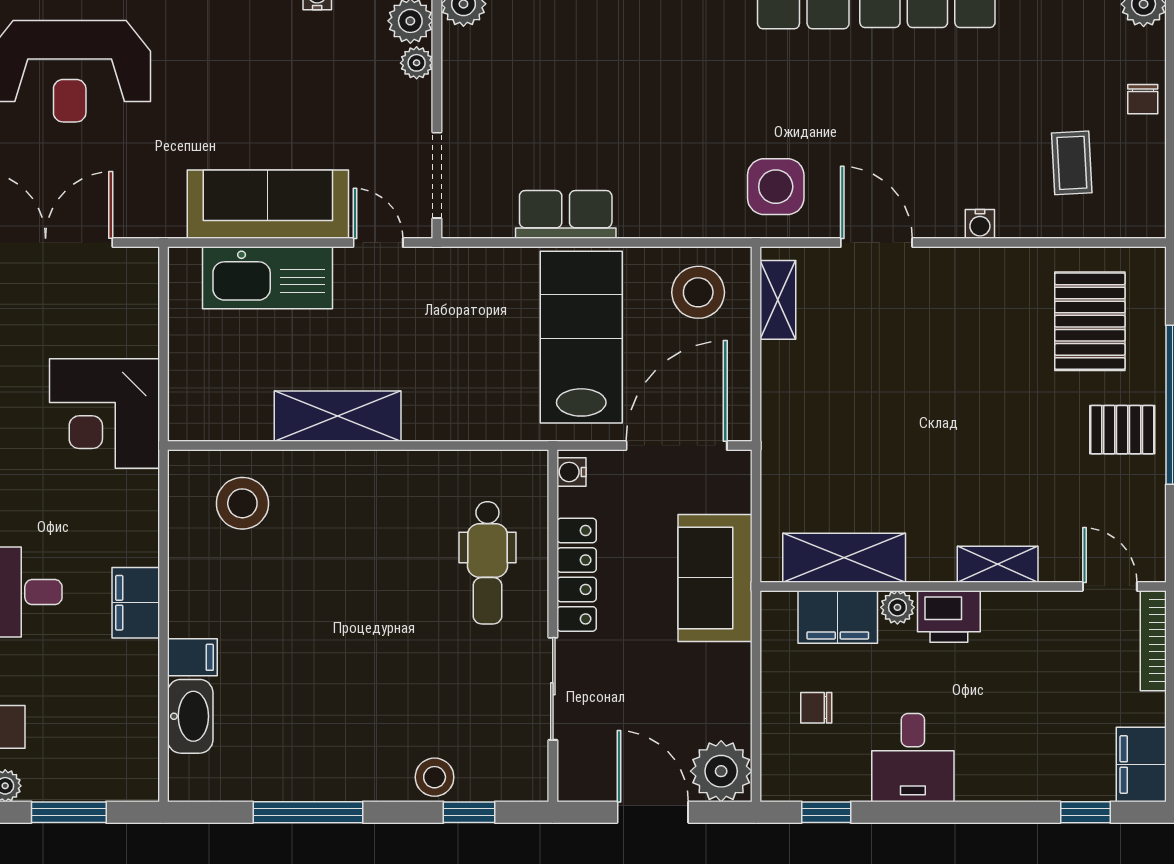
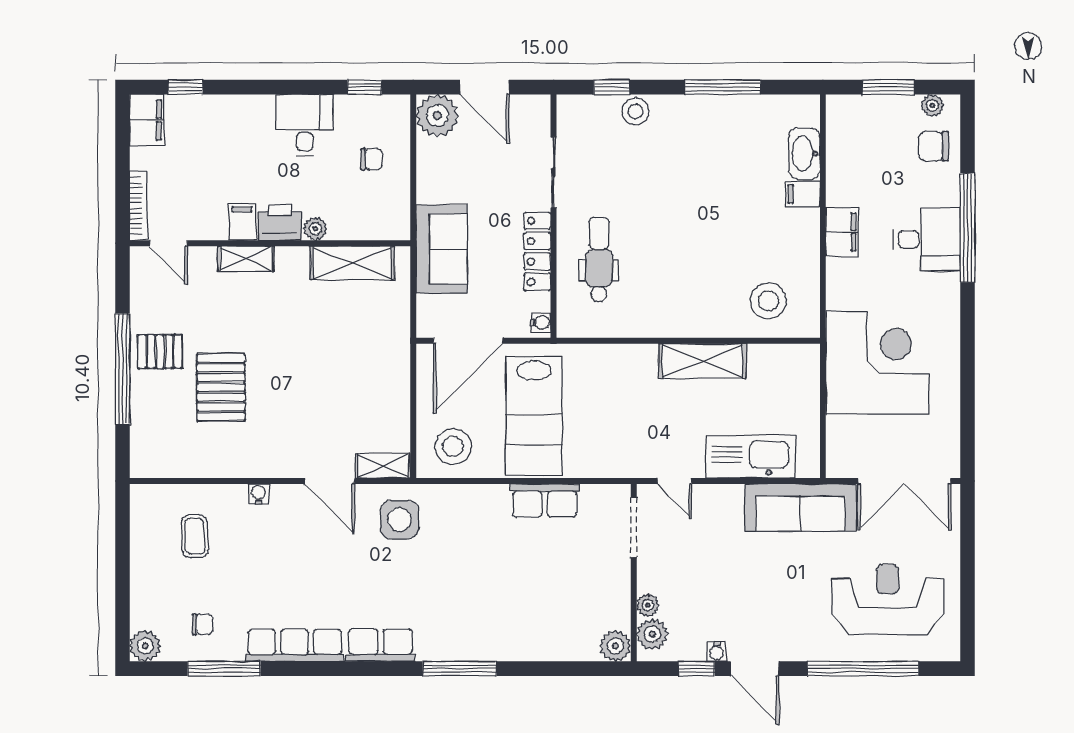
chair: (1143, 99) -> (203, 624), moved, turned 90
sofa: (268, 204) -> (800, 508), moved
shelving: (778, 300) -> (383, 466), moved, turned 90
pallet: (1090, 321) -> (221, 387), moved
corner desk: (104, 414) -> (877, 363), width x1.36, depth x1.36
filing cabinet: (838, 617) -> (242, 222), moved, width x0.50

